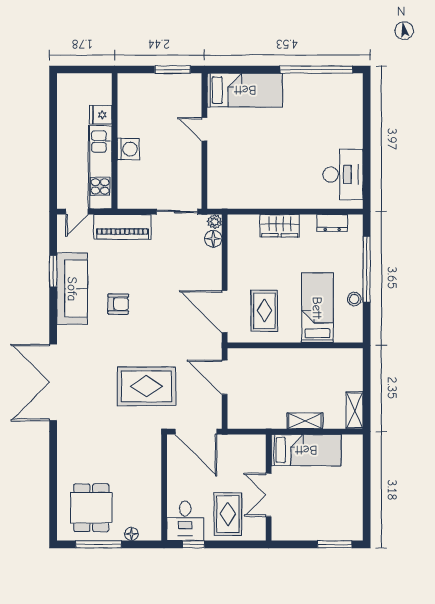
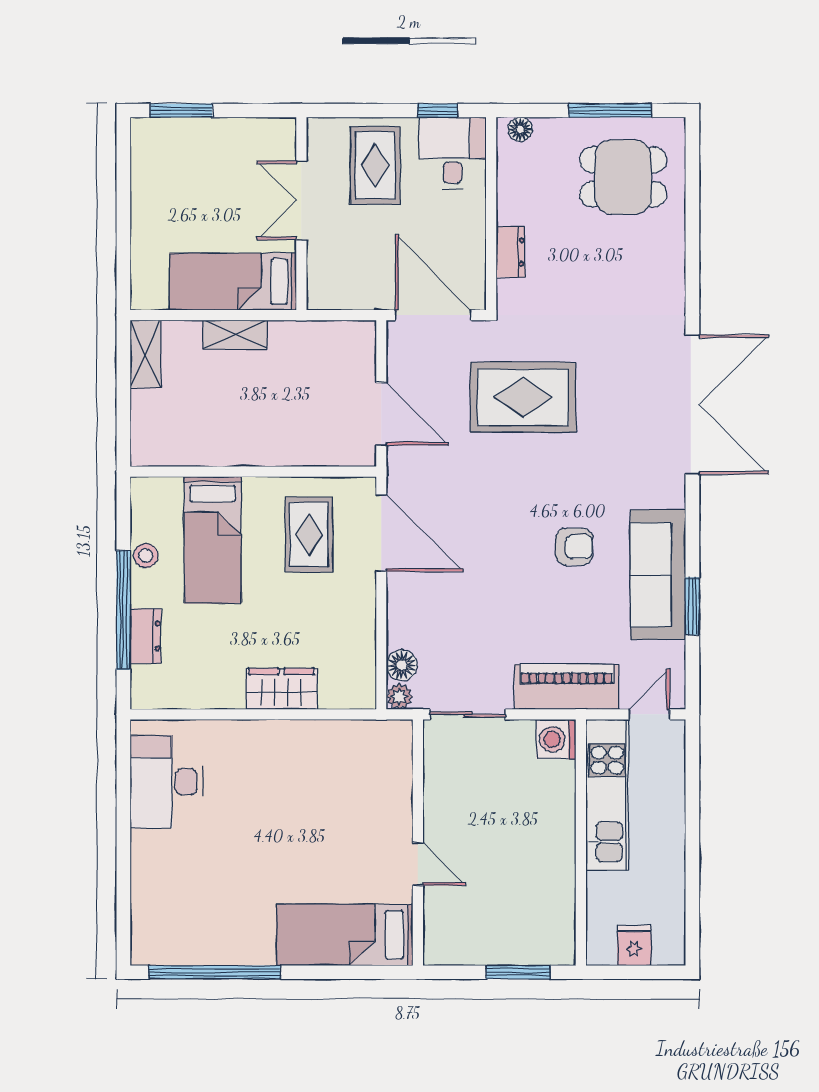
window: (173, 70) -> (518, 972), moved
fridge: (101, 115) -> (634, 945), moved, turned -90
washing machine: (128, 149) -> (556, 739), moved
dresser: (332, 223) -> (145, 636), moved, turned 90
armchair: (118, 304) -> (574, 547), turned 180
dresser: (153, 466) -> (510, 252), added
double door: (269, 495) -> (301, 200), swing flipped
dining table: (91, 508) -> (623, 177), turned 90
floor lamp: (131, 534) -> (520, 129), moved

